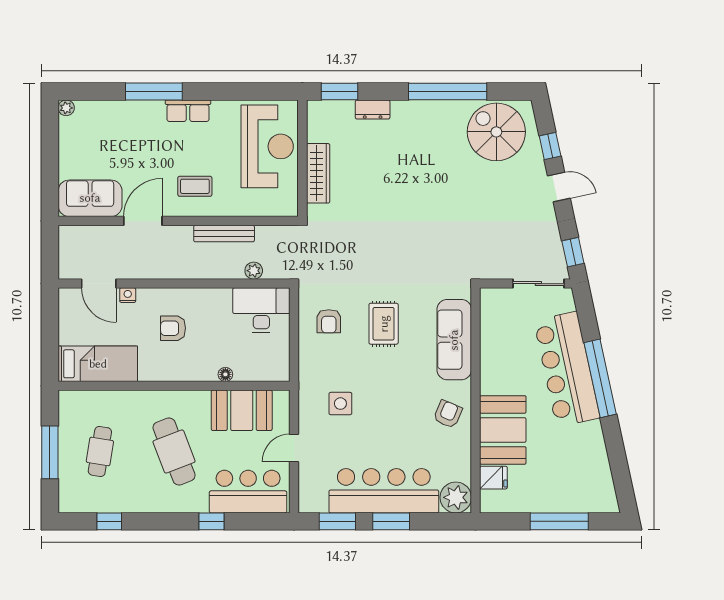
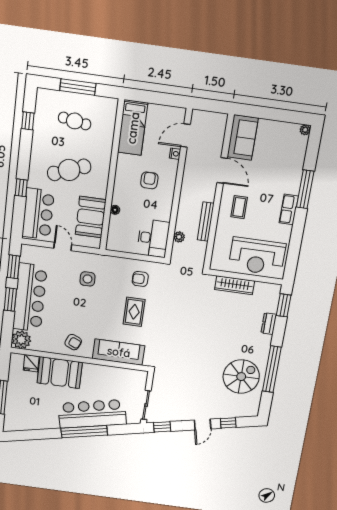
spiral stairs: (496, 132) -> (241, 377), moved
rug: (384, 324) -> (134, 312), turned 90

